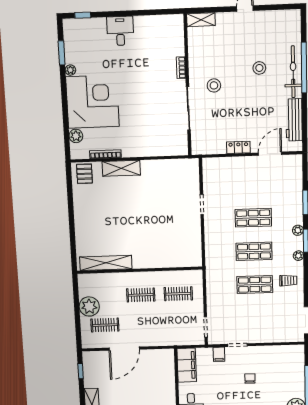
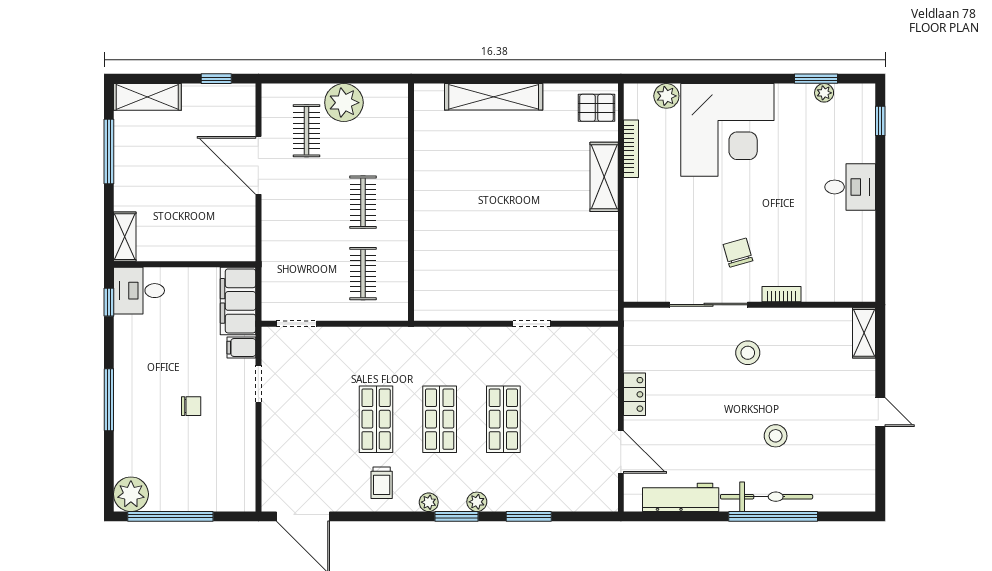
plant: (70, 70) -> (824, 93), moved
chair: (159, 93) -> (738, 253), added
shelving: (106, 263) -> (494, 97), moved, turned 90
filing cabinet: (187, 365) -> (238, 301), moved, turned 90

